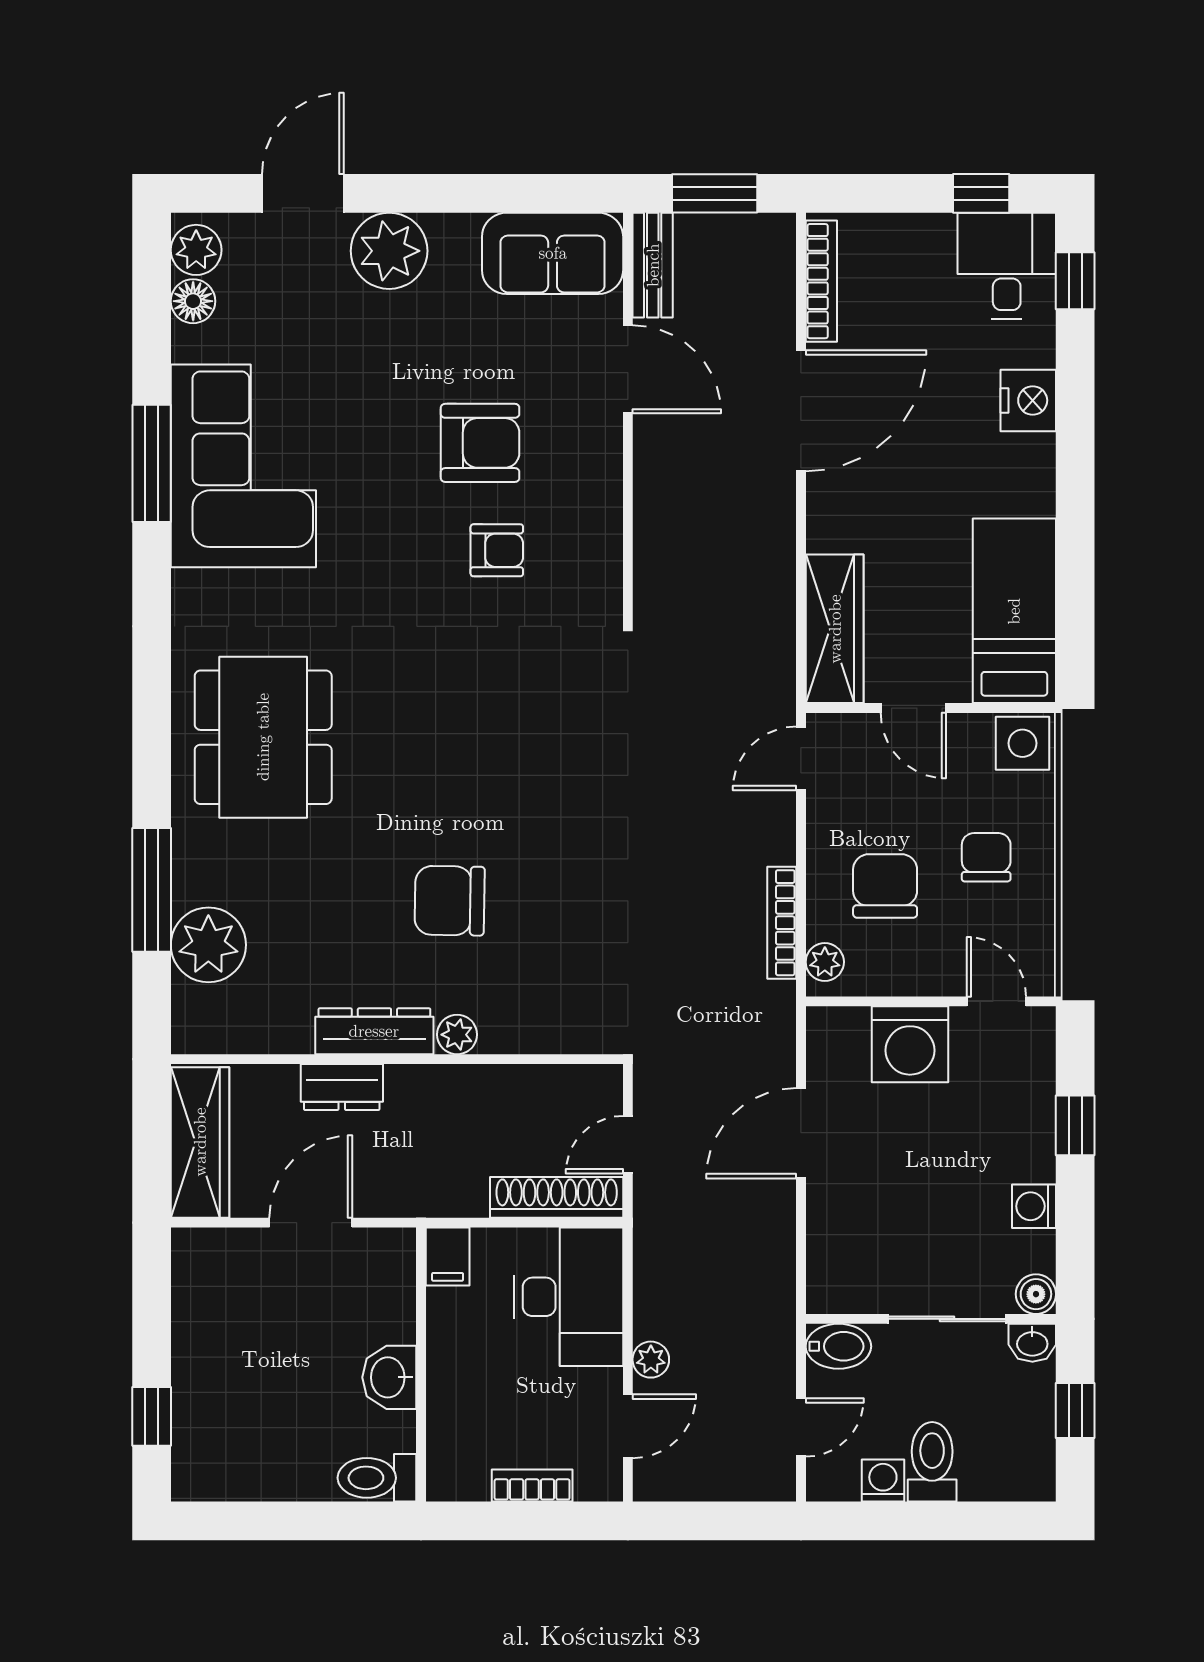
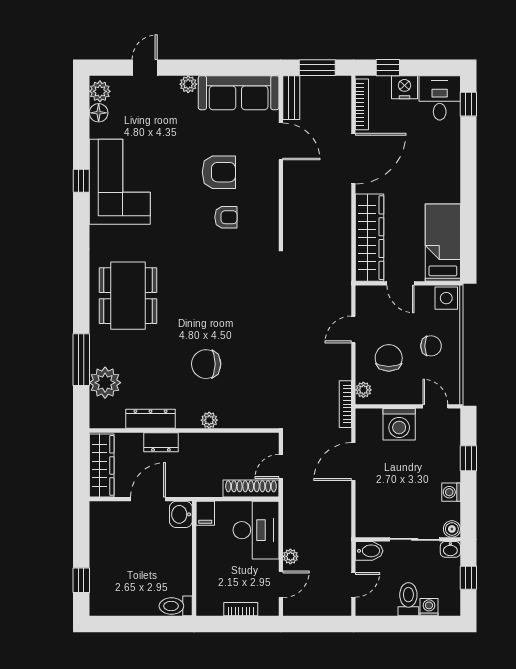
door: (303, 193) -> (145, 68), width x0.73
window: (981, 193) -> (388, 68), moved
plant: (389, 251) -> (188, 84), width x0.53, depth x0.53
sofa: (553, 253) -> (239, 93), width x1.36
nightstand: (1028, 400) -> (405, 87), moved, turned -90
window: (152, 463) -> (81, 181), width x0.46
wardrobe: (835, 629) -> (370, 238), width x1.40, depth x1.17
door: (801, 758) -> (353, 329), moved
chair: (986, 857) -> (431, 346), turned 90
bookcase: (782, 923) -> (345, 404), moved
dresser: (374, 1031) -> (150, 419), moved
washbasin: (389, 1377) -> (181, 514), moved
washing machine: (883, 1481) -> (429, 607), moved

